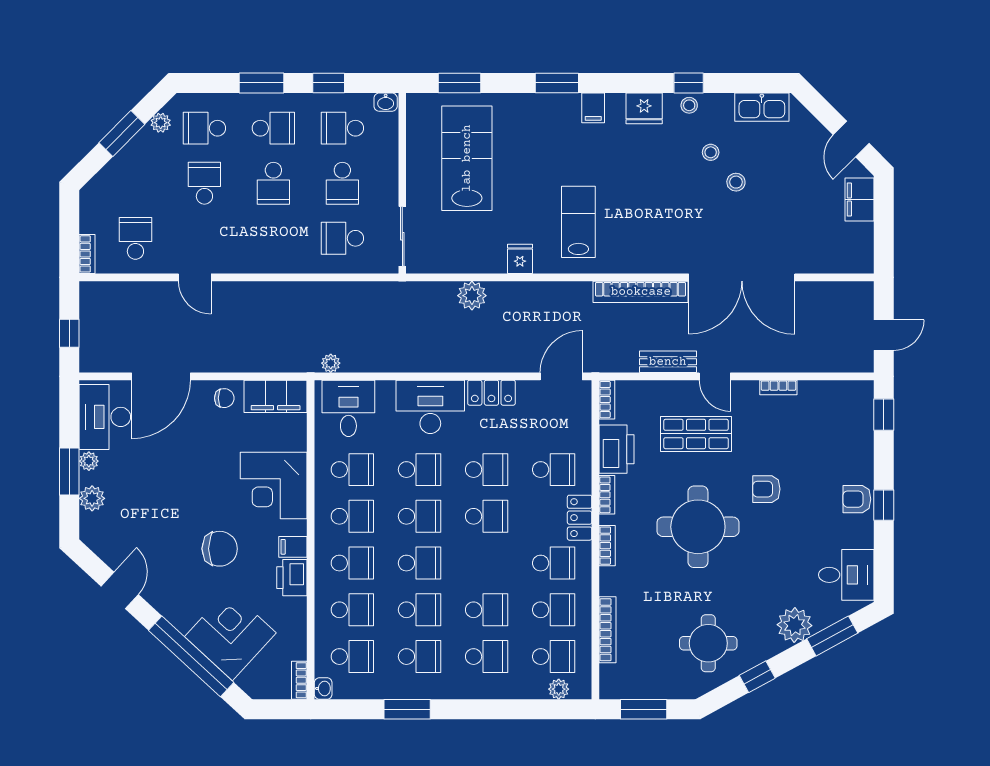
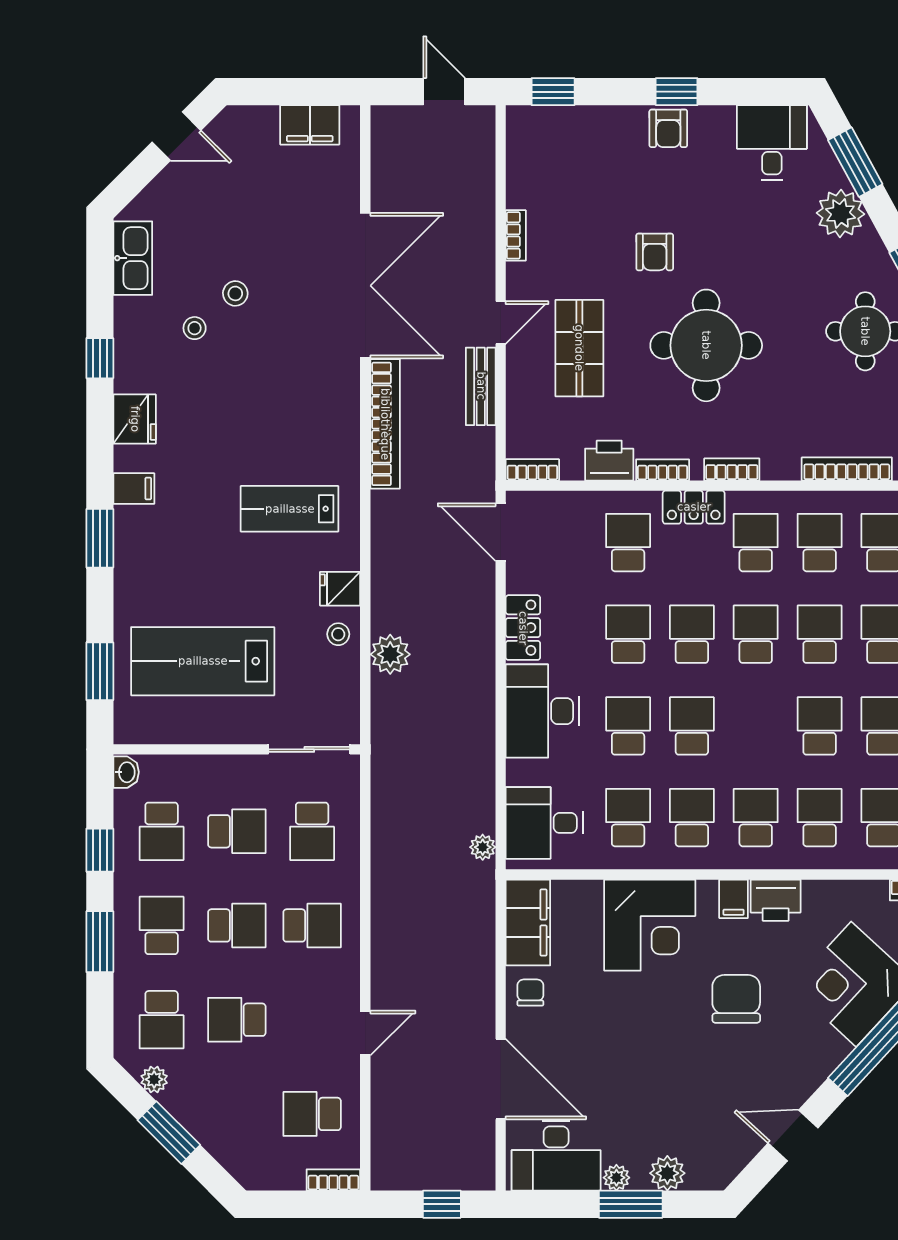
stool: (689, 105) -> (338, 634), moved
filing cabinet: (859, 200) -> (310, 125), moved
school desk: (273, 238) -> (312, 925), added
printer: (617, 449) -> (609, 461), width x0.73, depth x0.84
school desk: (419, 563) -> (756, 634), moved

